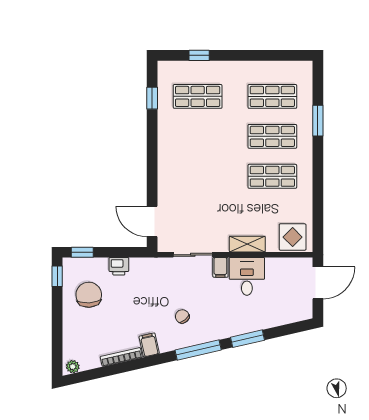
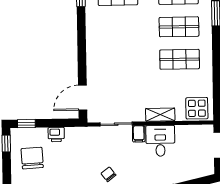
door: (152, 221) -> (83, 98), hinge flipped

